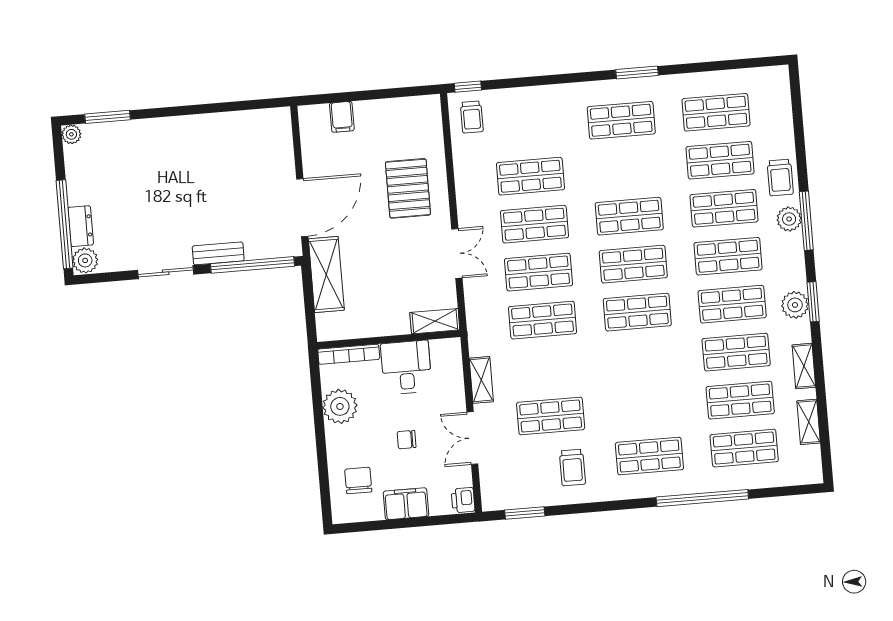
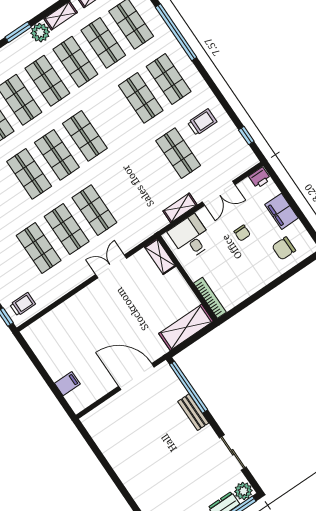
pallet: (408, 188) -> (88, 319), removed
sliding door: (166, 272) -> (233, 452), moved
shelving: (326, 275) -> (186, 327), moved
plant: (795, 305) -> (40, 33), moved
shop shelf: (543, 320) -> (141, 98), moved
desk: (406, 367) -> (191, 237), moved, turned 90
plant: (340, 406) -> (245, 285), removed
window: (525, 513) -> (246, 136), width x0.67

